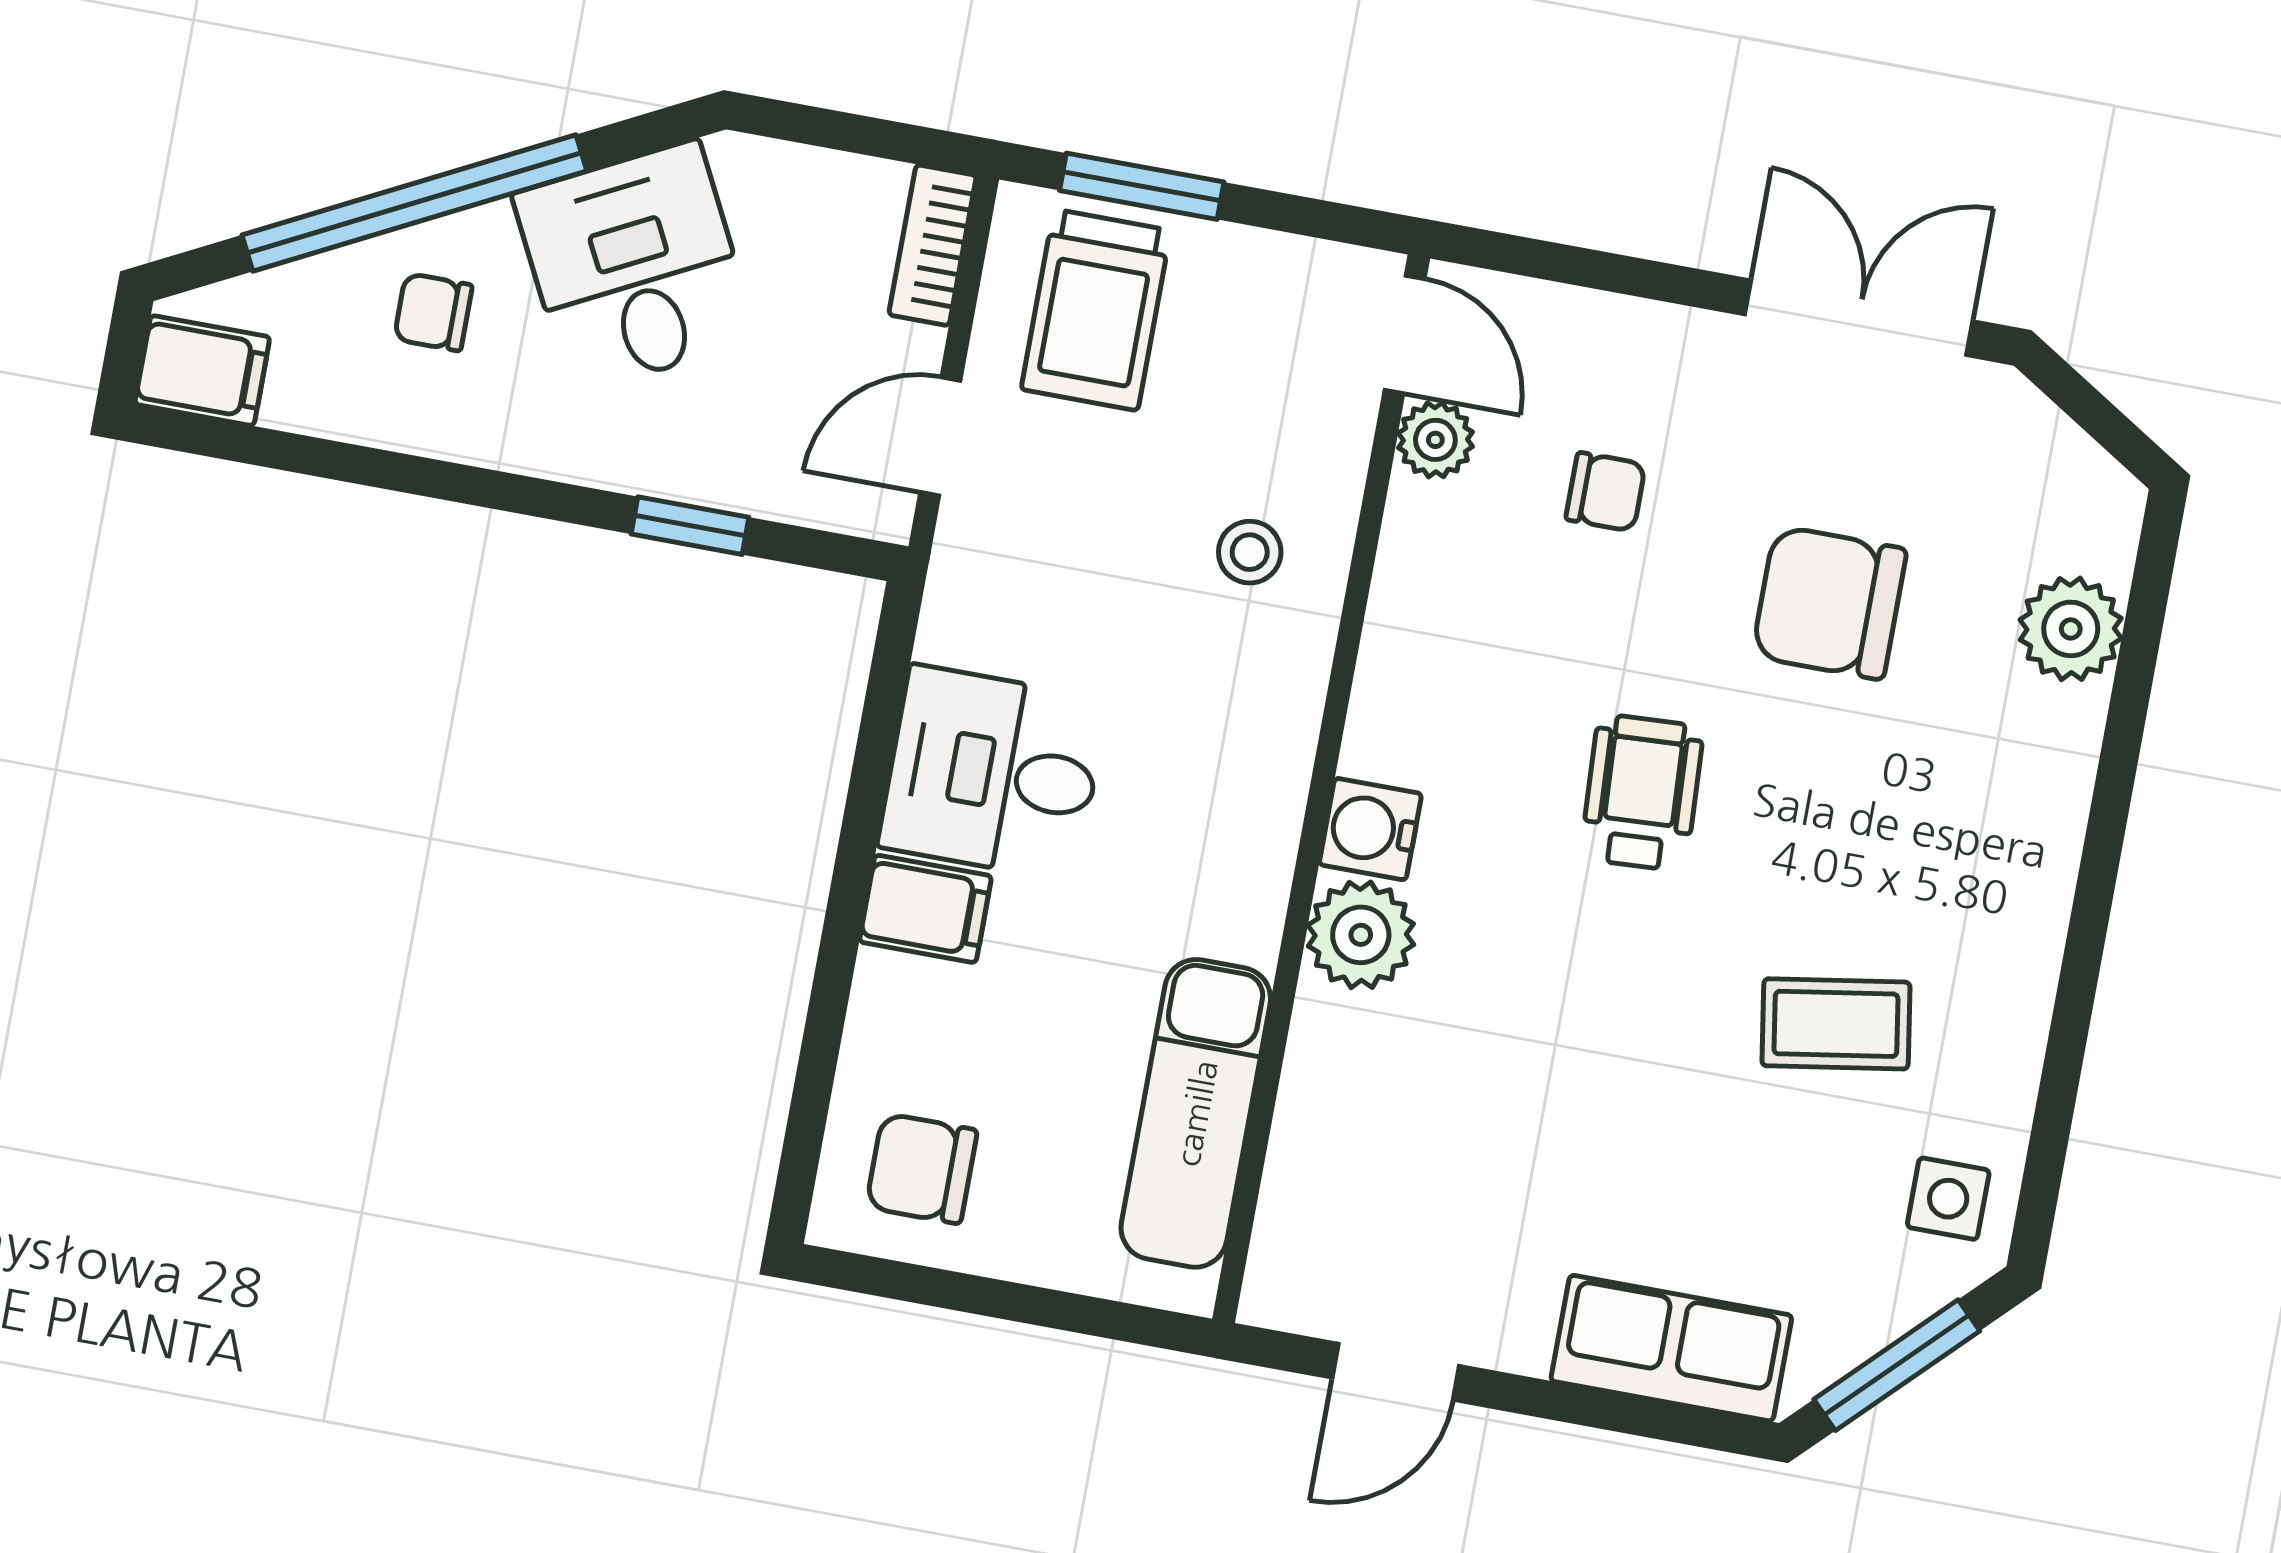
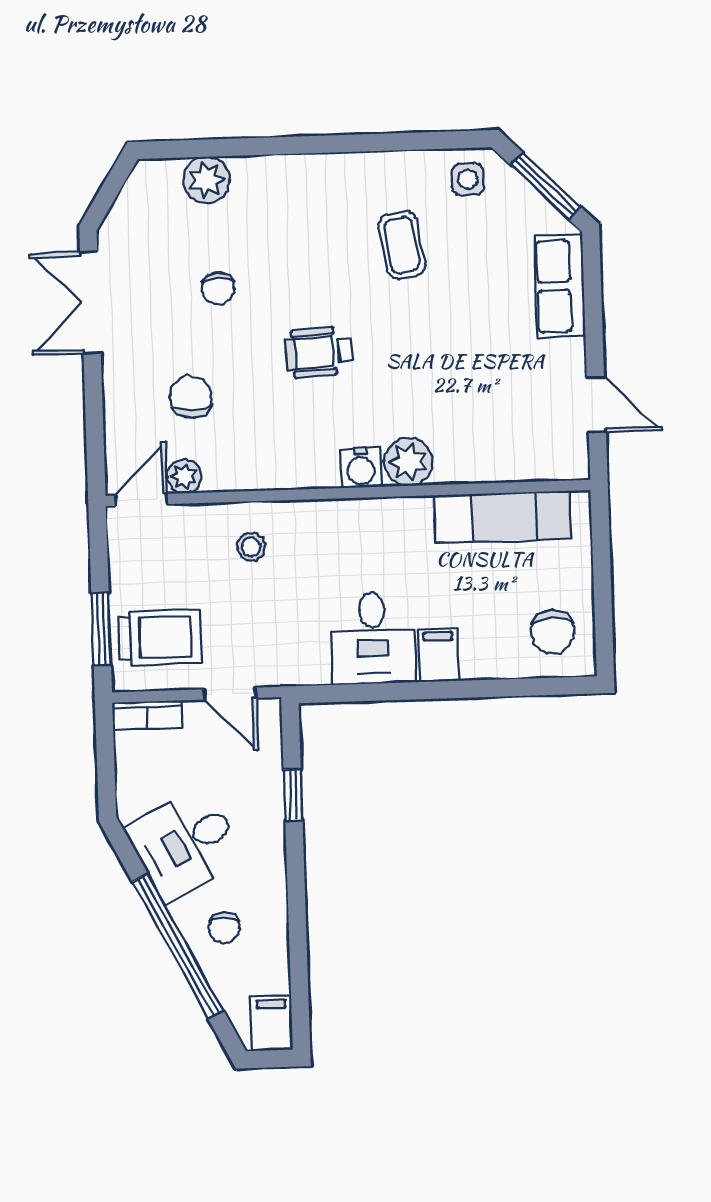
chair: (1606, 492) -> (191, 397), width x1.37, depth x1.37
chair: (1829, 603) -> (218, 288), width x0.54, depth x0.54

